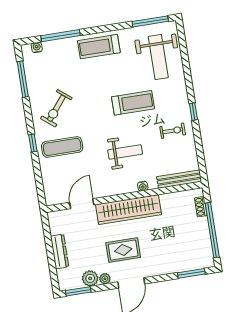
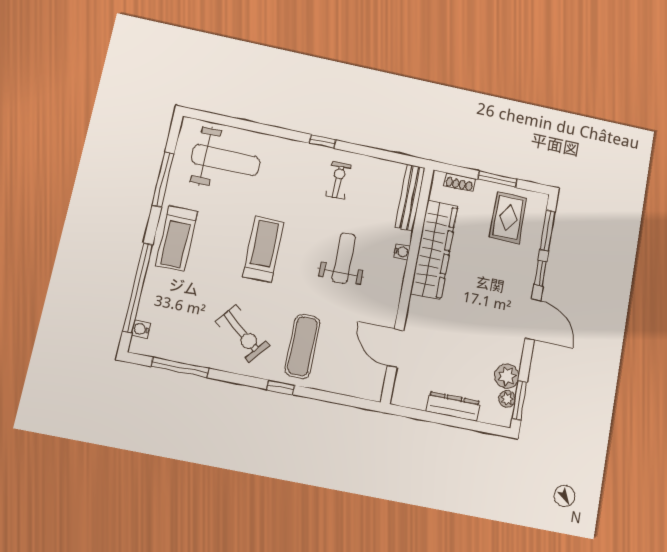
window: (150, 21) -> (163, 179), moved
window: (61, 36) -> (138, 288), width x1.46
treadmill: (133, 103) -> (263, 249), moved
wardrobe: (128, 210) -> (434, 250), moved
window: (212, 230) -> (497, 179), width x0.47
rug: (123, 250) -> (508, 218), moved
window: (162, 278) -> (540, 273), added
plant: (105, 279) -> (507, 399), moved

